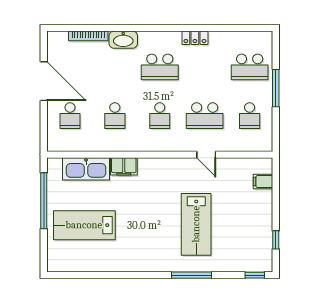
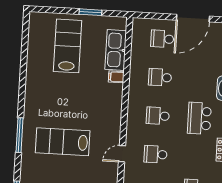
school desk: (205, 116) -> (156, 154), width x0.54
filing cabinet: (124, 166) -> (116, 77), width x0.50
window: (44, 201) -> (90, 12), width x0.47

